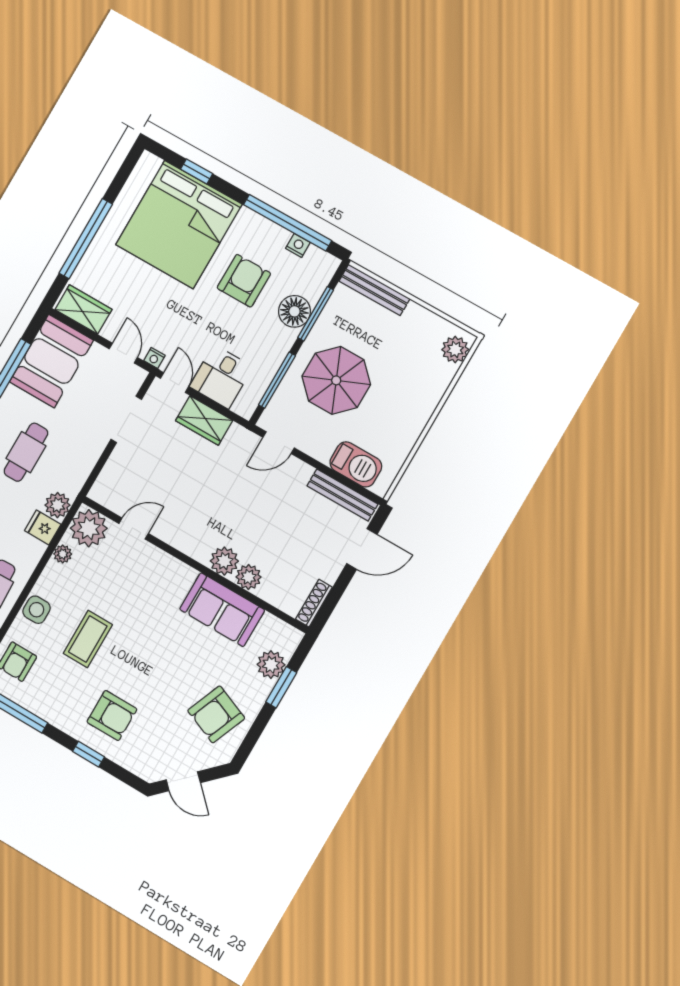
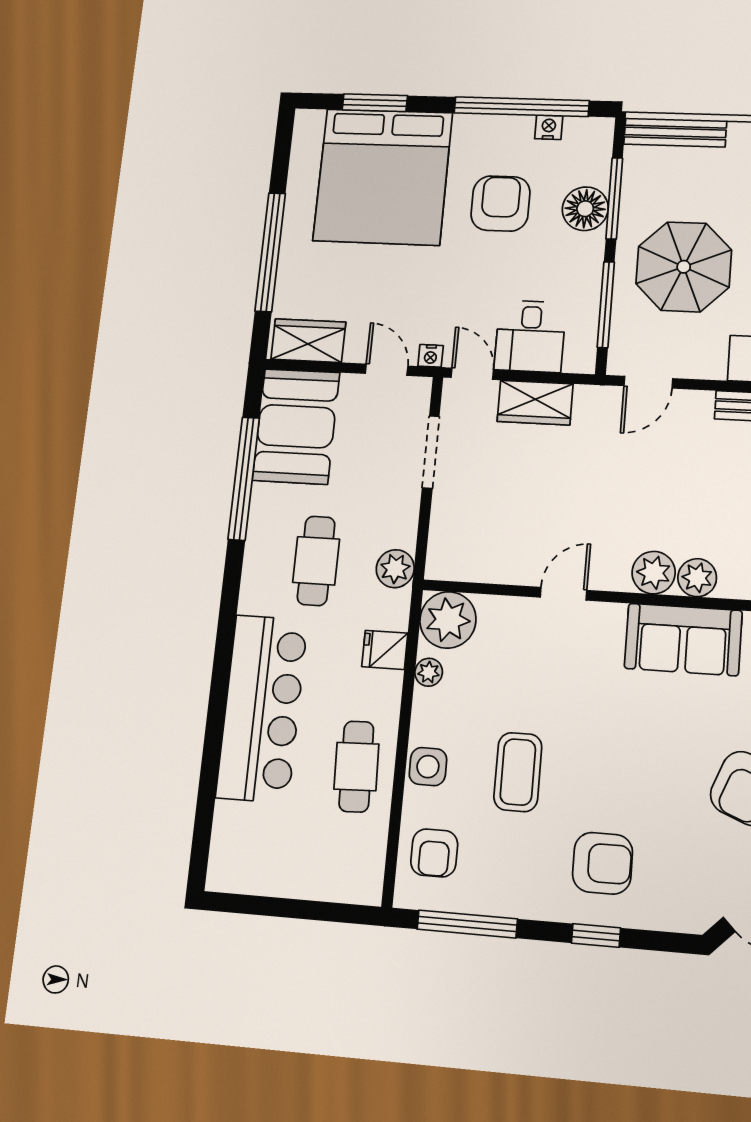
window: (197, 171) -> (375, 103), width x1.50
plant: (58, 505) -> (395, 569), moved
door: (134, 529) -> (563, 594), moved

